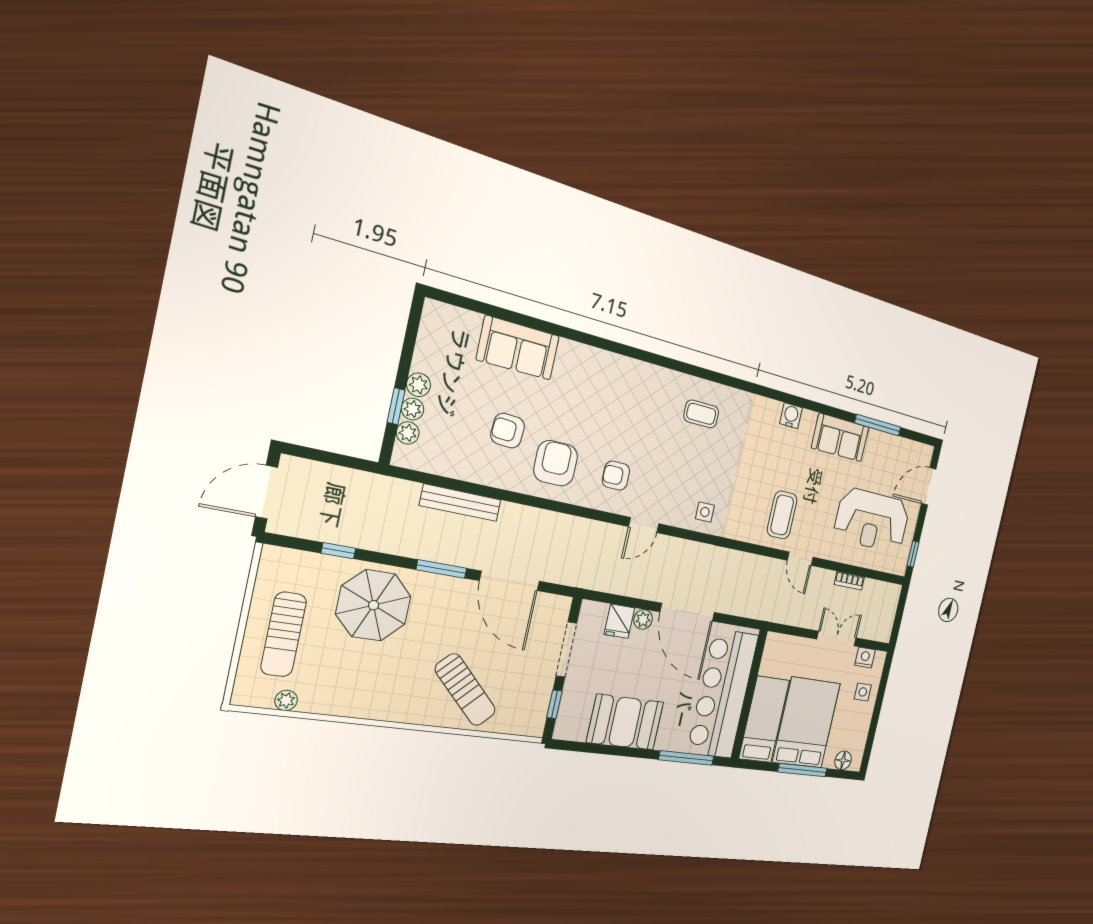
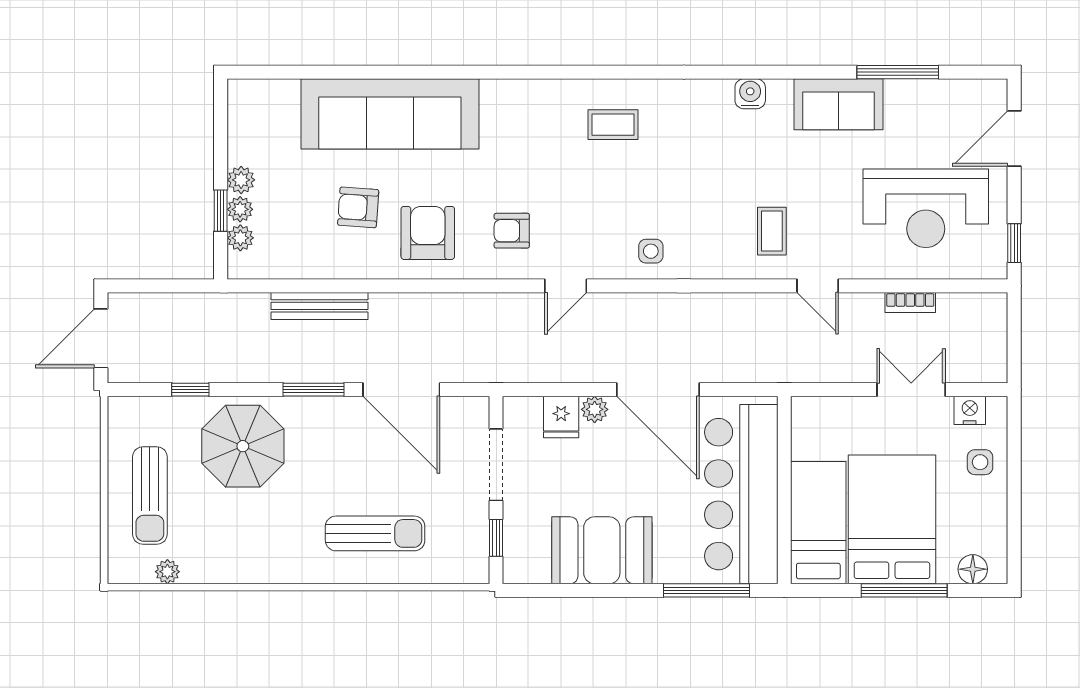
sofa: (518, 348) -> (390, 114), width x1.85, depth x1.27
coffee table: (782, 515) -> (772, 231), width x0.73, depth x0.77
sun lounger: (465, 690) -> (375, 533), turned -45

